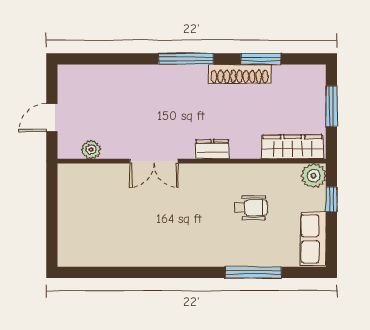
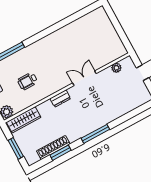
shoe rack: (240, 74) -> (53, 148), moved

